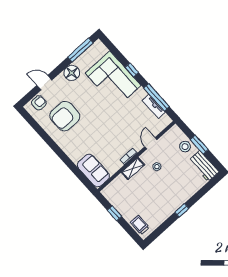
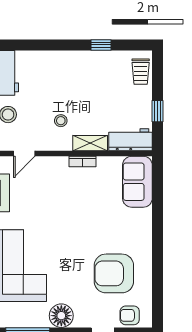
armchair: (65, 116) -> (114, 273), turned 180
door: (151, 143) -> (24, 154), moved
workbench: (115, 188) -> (130, 140), added
window: (182, 210) -> (101, 45), moved

